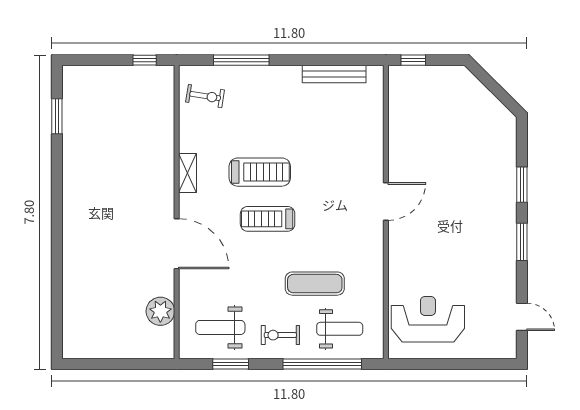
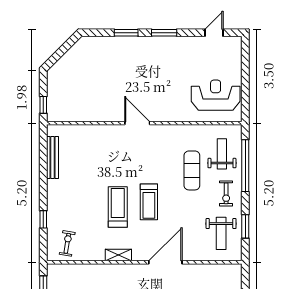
window: (241, 60) -> (43, 219), width x0.46
plant: (160, 311) -> (210, 273), removed
reception desk: (428, 319) -> (216, 95), turned 90

